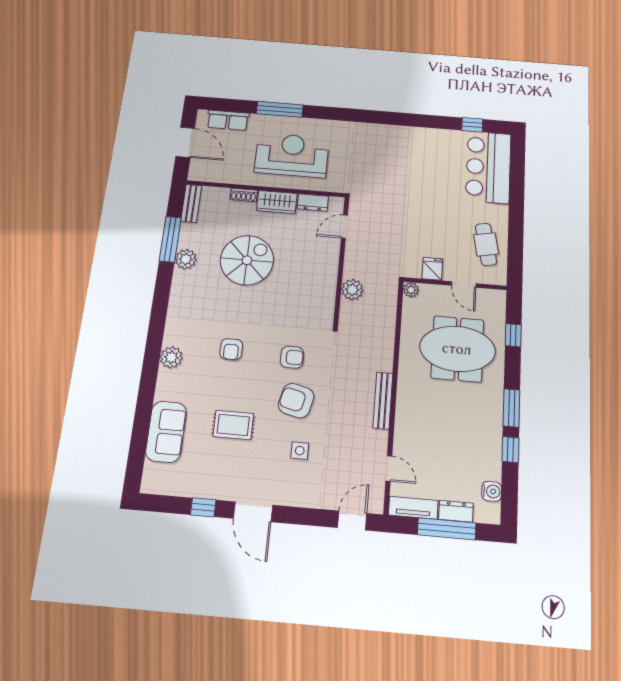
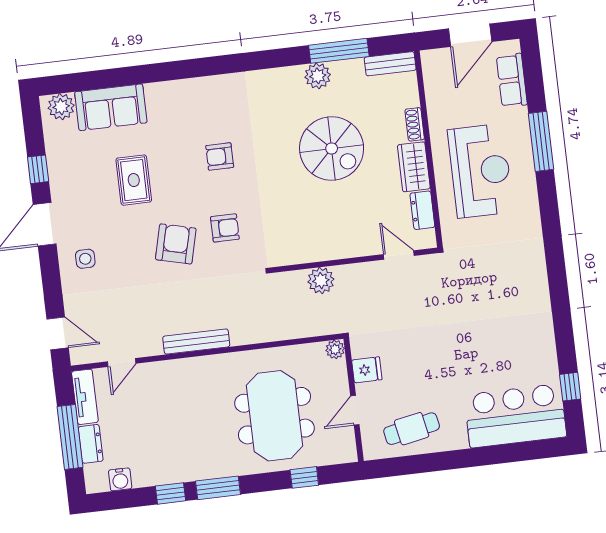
plant: (171, 357) -> (61, 107), moved
armchair: (292, 357) -> (225, 228), turned -90
side table: (300, 451) -> (85, 259), moved

